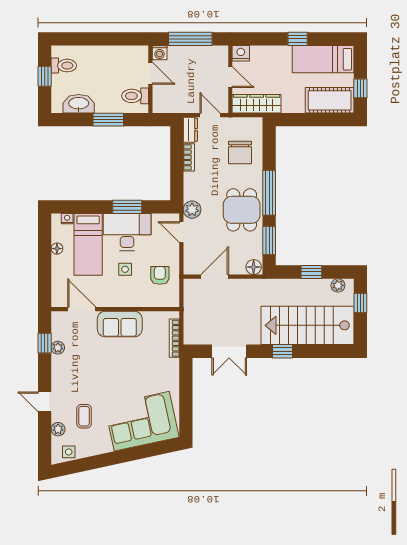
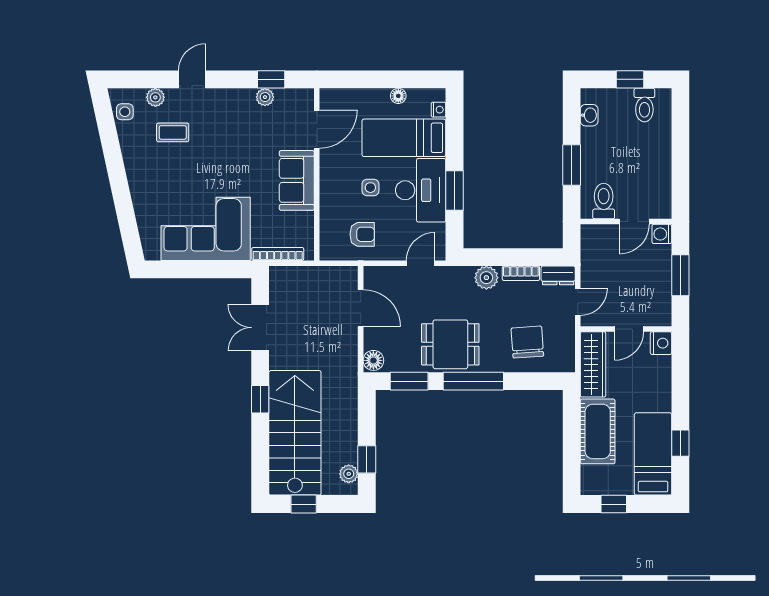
window: (190, 39) -> (680, 275), width x0.69
window: (298, 39) -> (680, 443), moved
cot: (330, 100) -> (598, 431), moved
washbasin: (79, 104) -> (589, 115), width x0.52, depth x0.69
chair: (240, 153) -> (527, 342), turned 86
plant: (192, 210) -> (486, 278), moved
window: (311, 272) -> (367, 459), moved
window: (360, 303) -> (304, 504), moved
corner sofa: (142, 421) -> (206, 229), moved, turned -78

